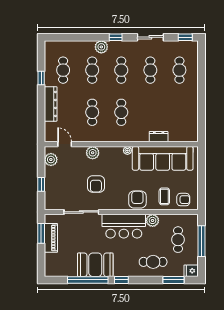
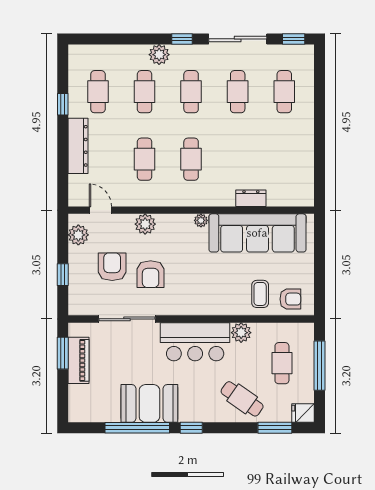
sliding door: (150, 37) -> (238, 39), width x1.37
armchair: (137, 200) -> (112, 267), moved
cafe table: (153, 262) -> (242, 399), turned 35

